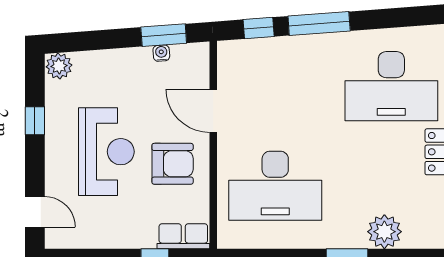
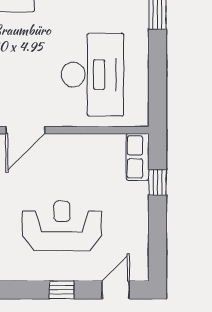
window: (35, 121) -> (62, 290), moved
armchair: (173, 164) -> (73, 167), removed

